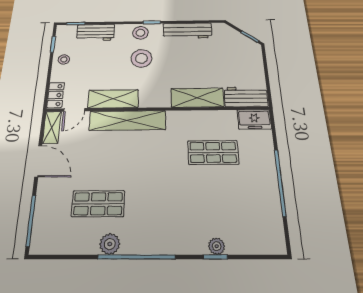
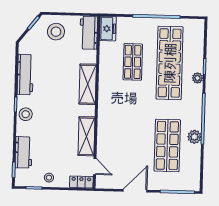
stool: (142, 58) -> (56, 32), moved
shelving: (197, 98) -> (88, 84), moved
shelving: (127, 120) -> (105, 125), removed
shelving: (52, 127) -> (109, 183), removed
shop shelf: (216, 203) -> (170, 63), added
shop shelf: (98, 204) -> (167, 145), width x1.43, depth x1.36
plant: (217, 246) -> (198, 78), moved

